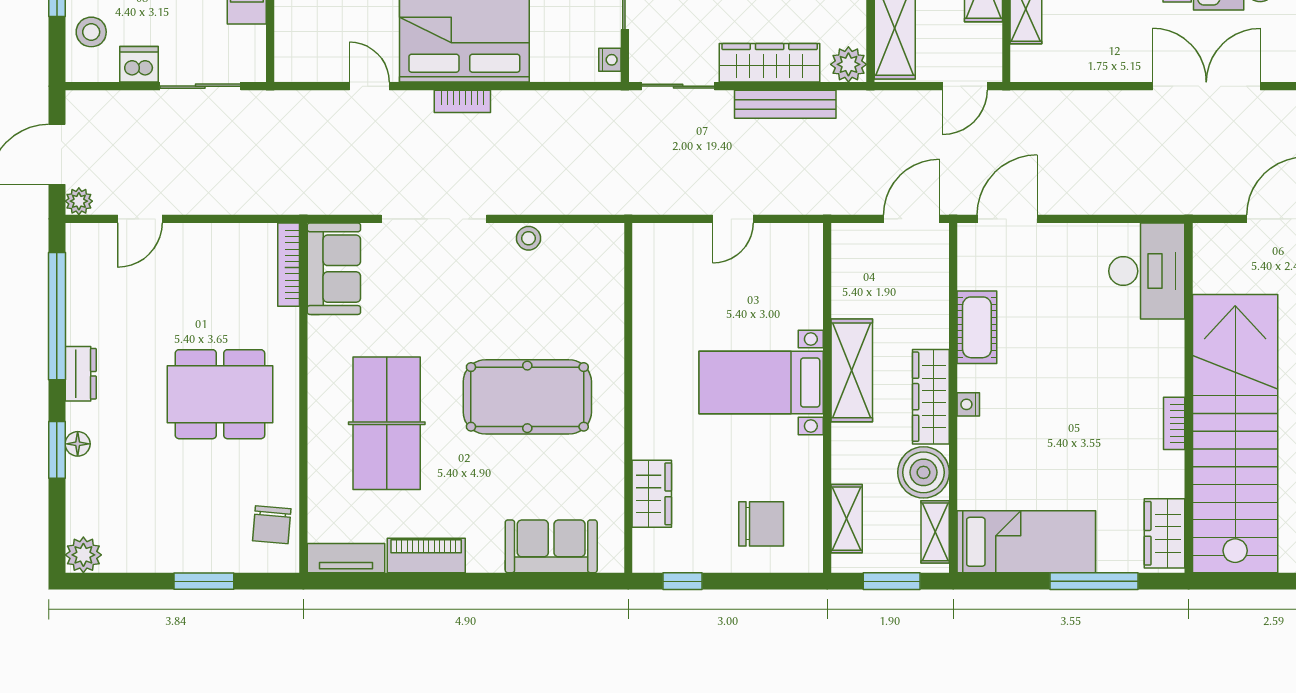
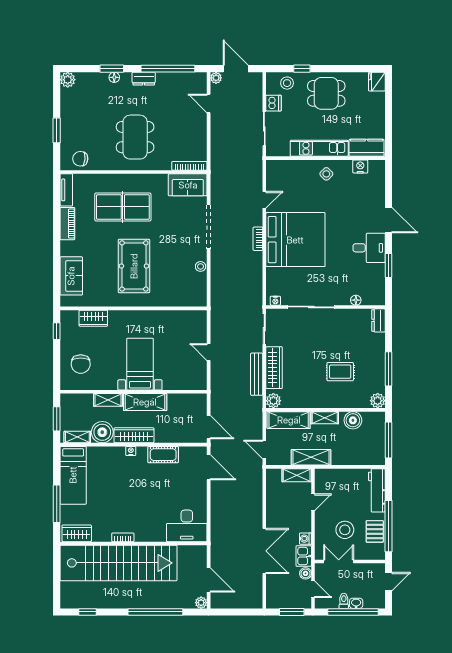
shelving: (847, 519) -> (108, 400), moved

